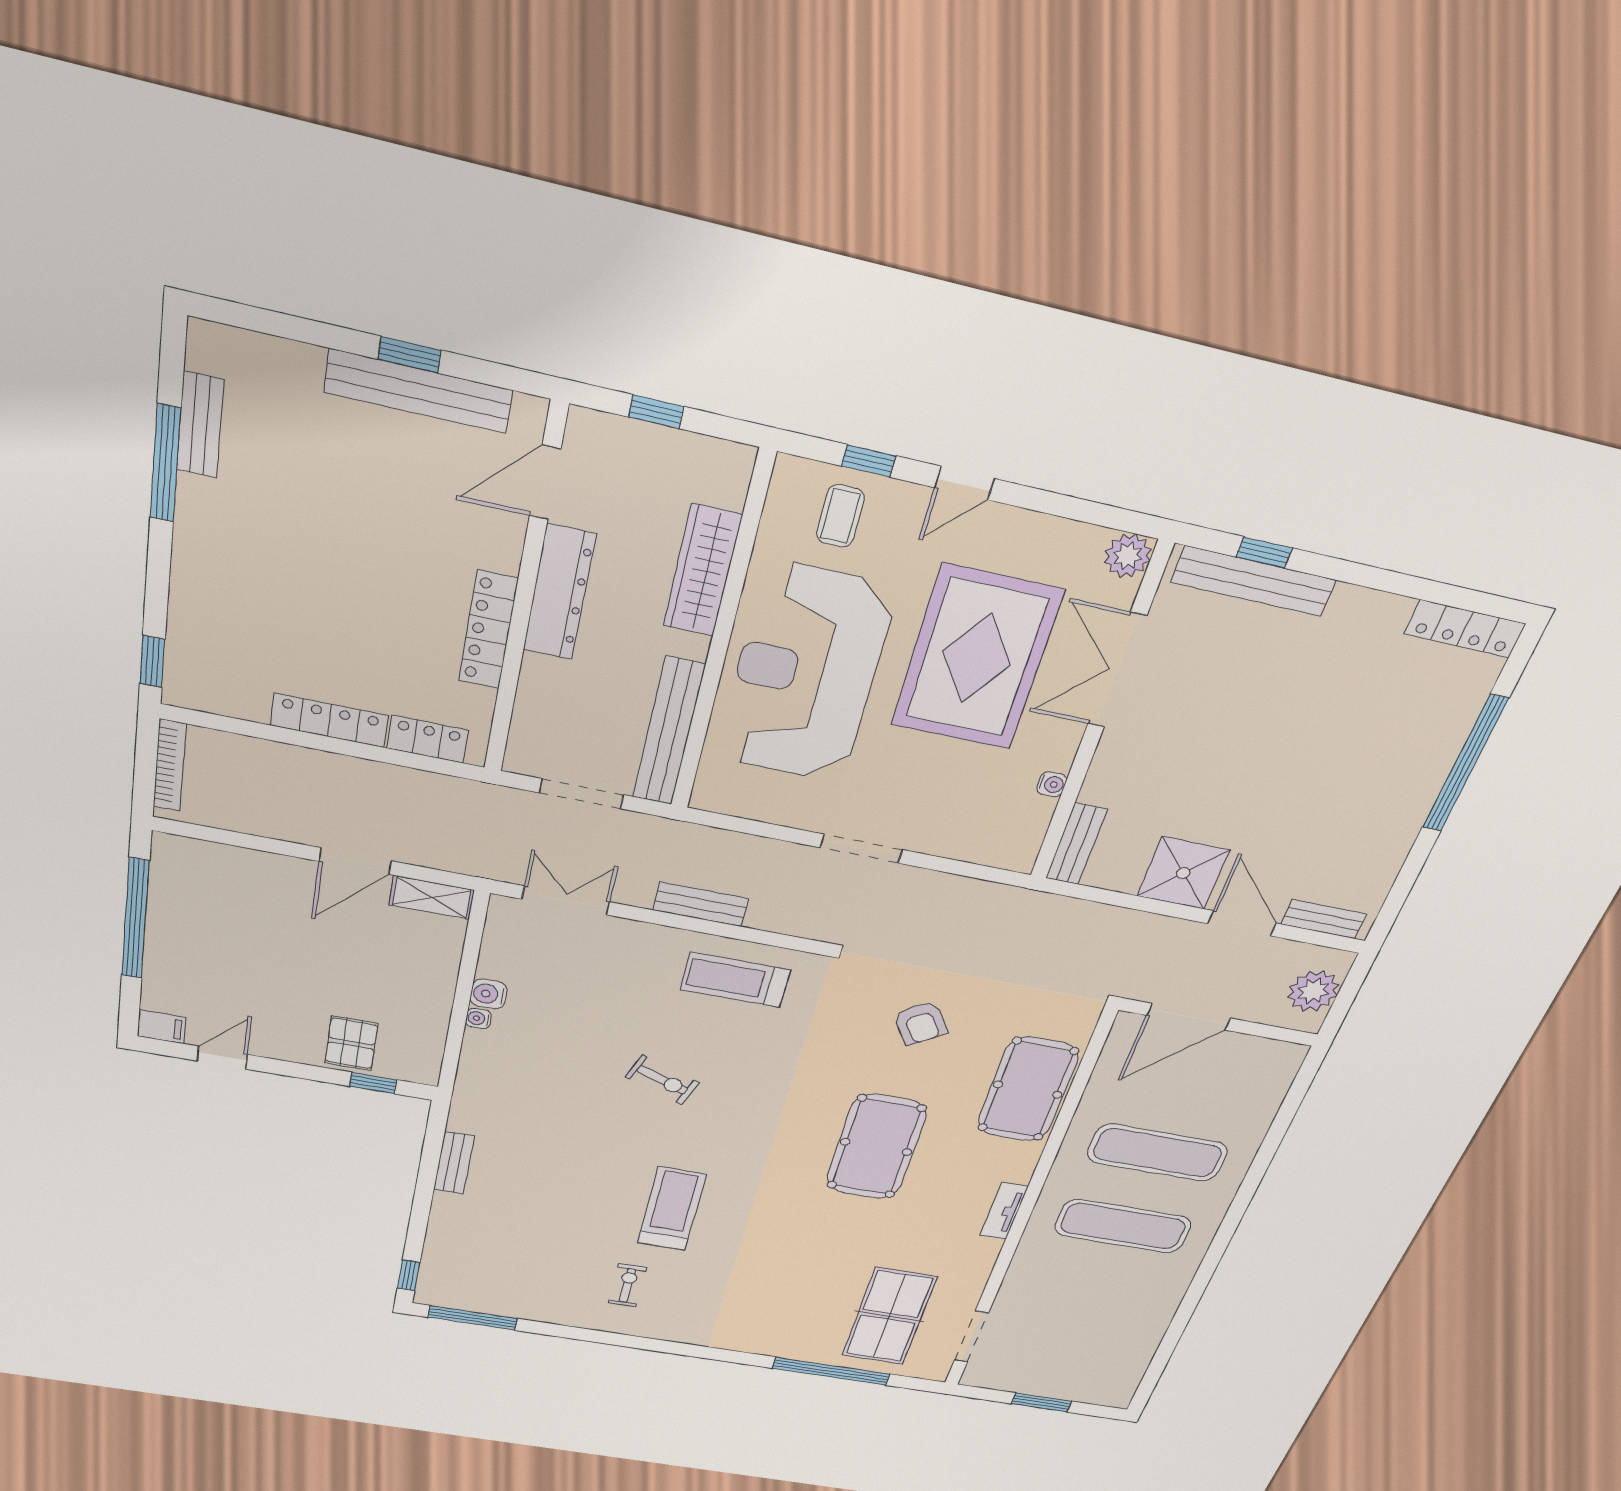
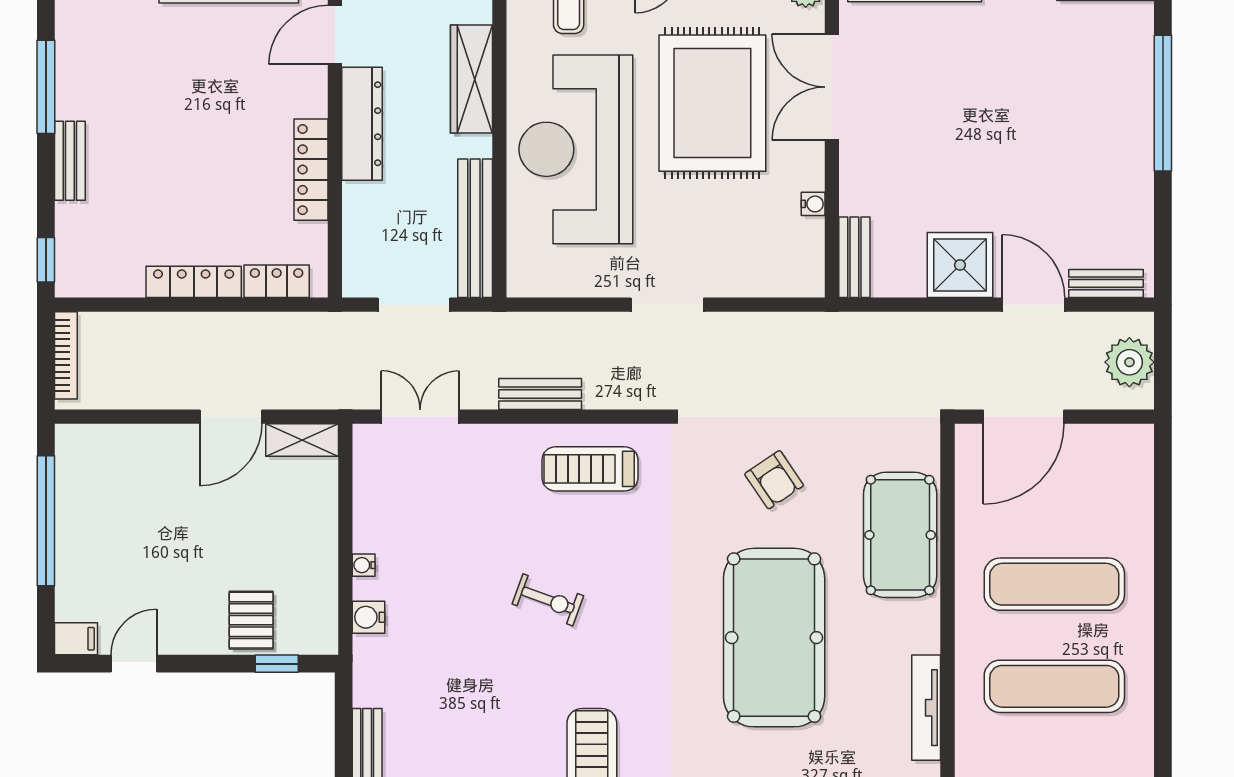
bench: (200, 425) -> (70, 161), moved
water cooler: (488, 994) -> (368, 617), moved
pool table: (876, 1147) -> (774, 638), width x1.36, depth x1.32
tv unit: (1004, 1211) -> (926, 708), width x1.41

